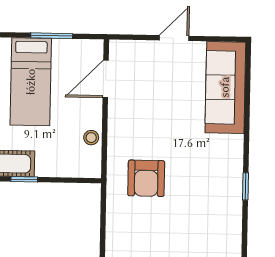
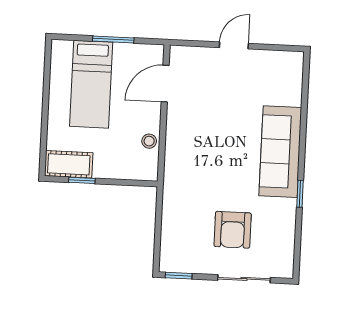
sofa: (225, 87) -> (280, 152), moved
armchair: (146, 178) -> (233, 230), moved

